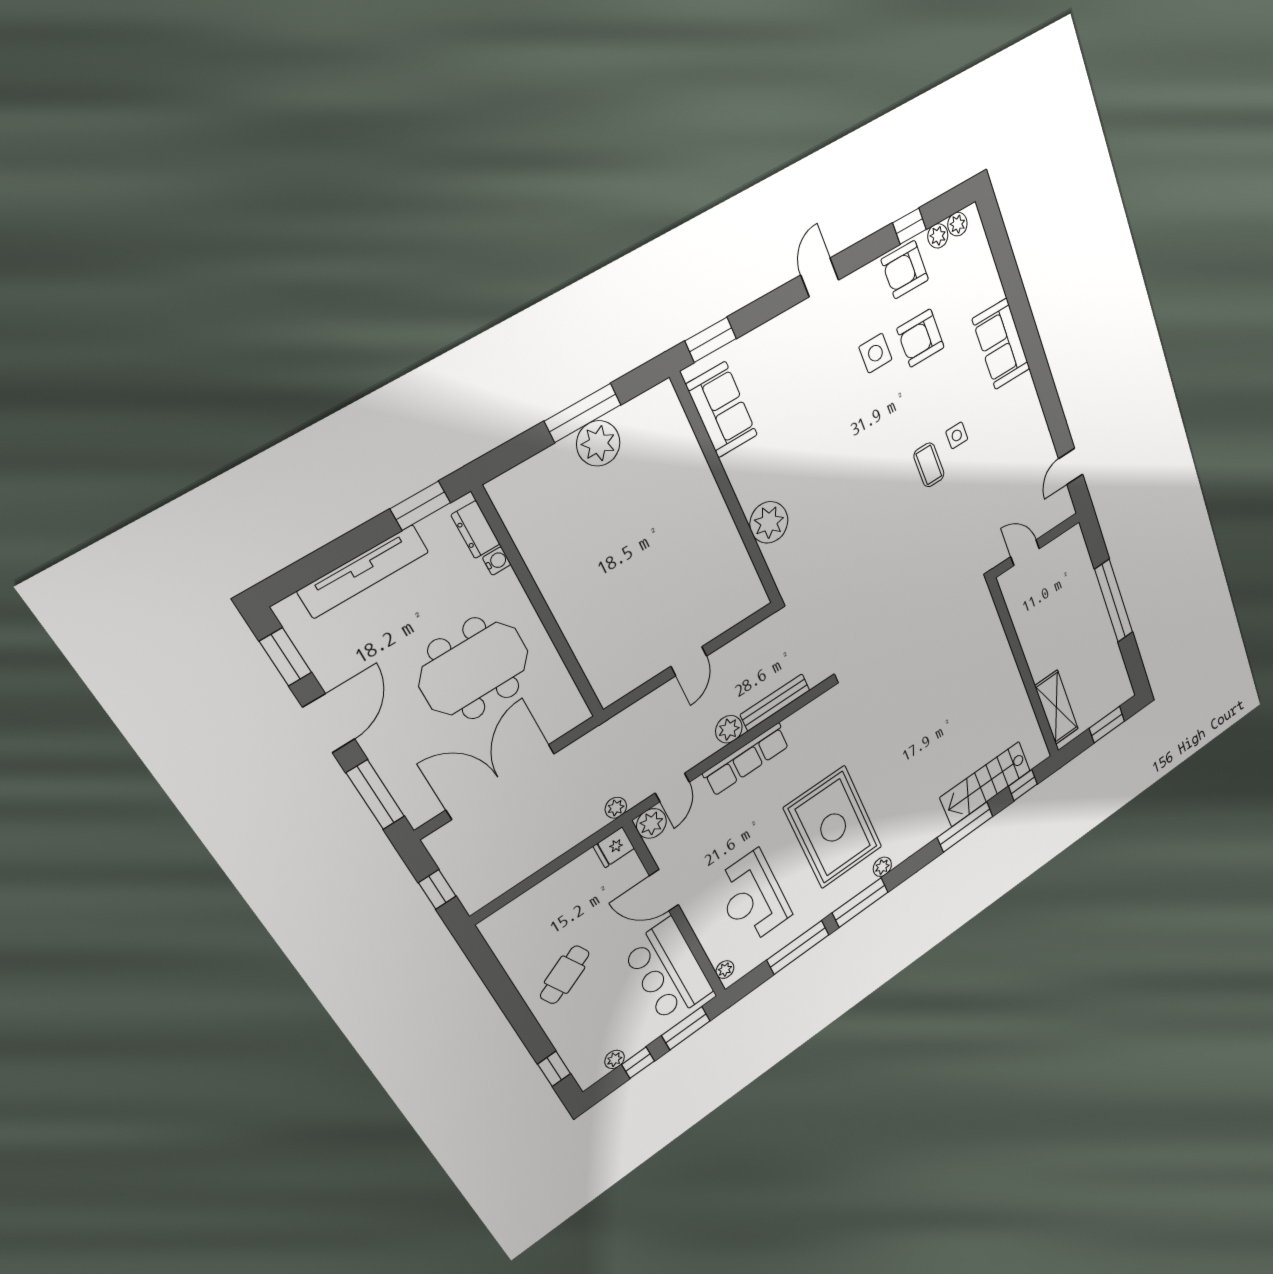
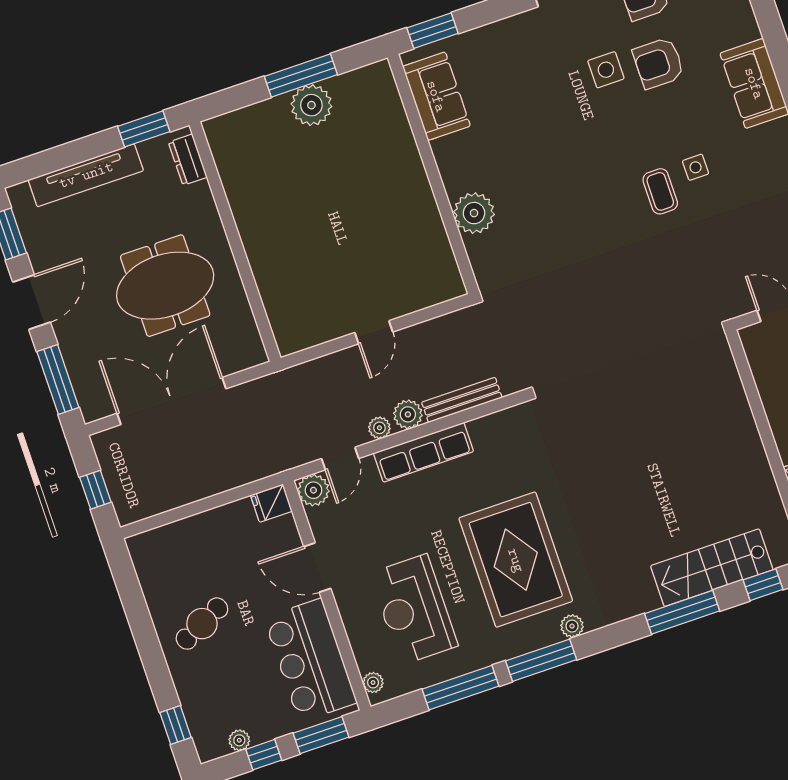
water cooler: (497, 561) -> (202, 192), removed
plant: (616, 808) -> (379, 428), moved

